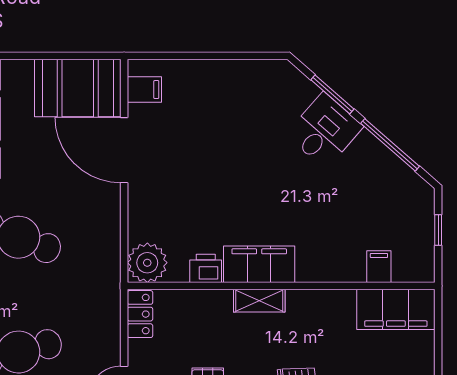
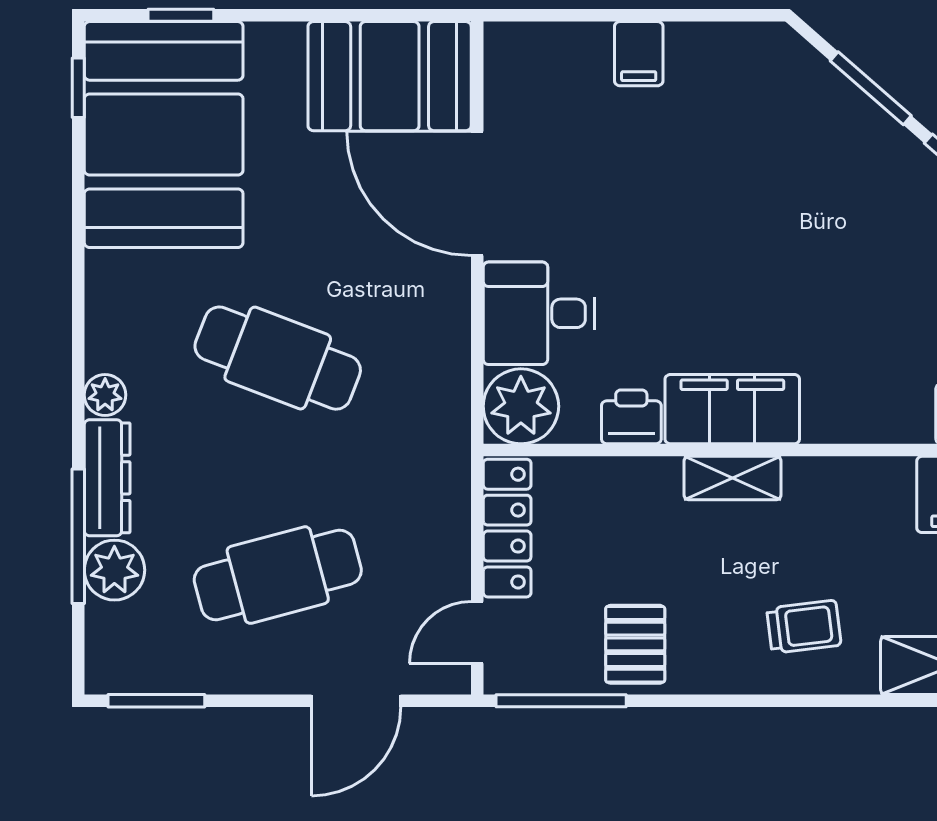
filing cabinet: (144, 90) -> (639, 54), moved, turned 90
desk: (324, 131) -> (539, 313), moved, turned -131
locker: (140, 314) -> (507, 528), width x1.53

